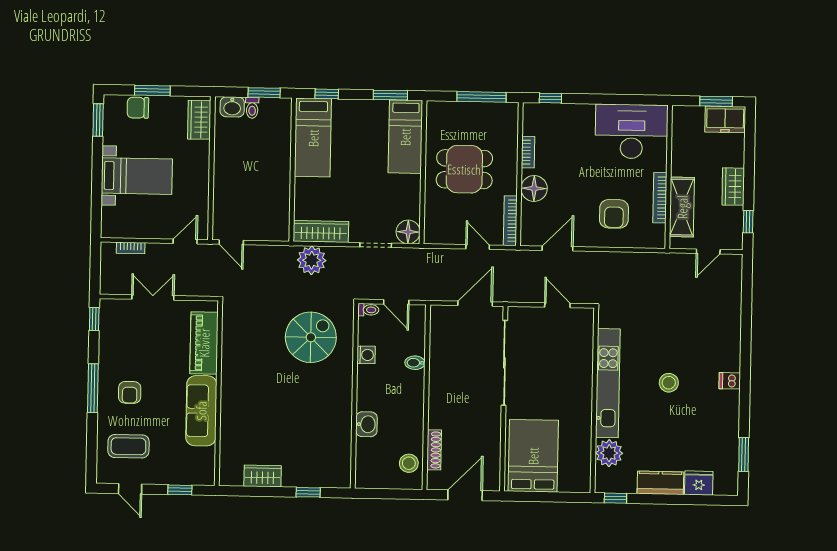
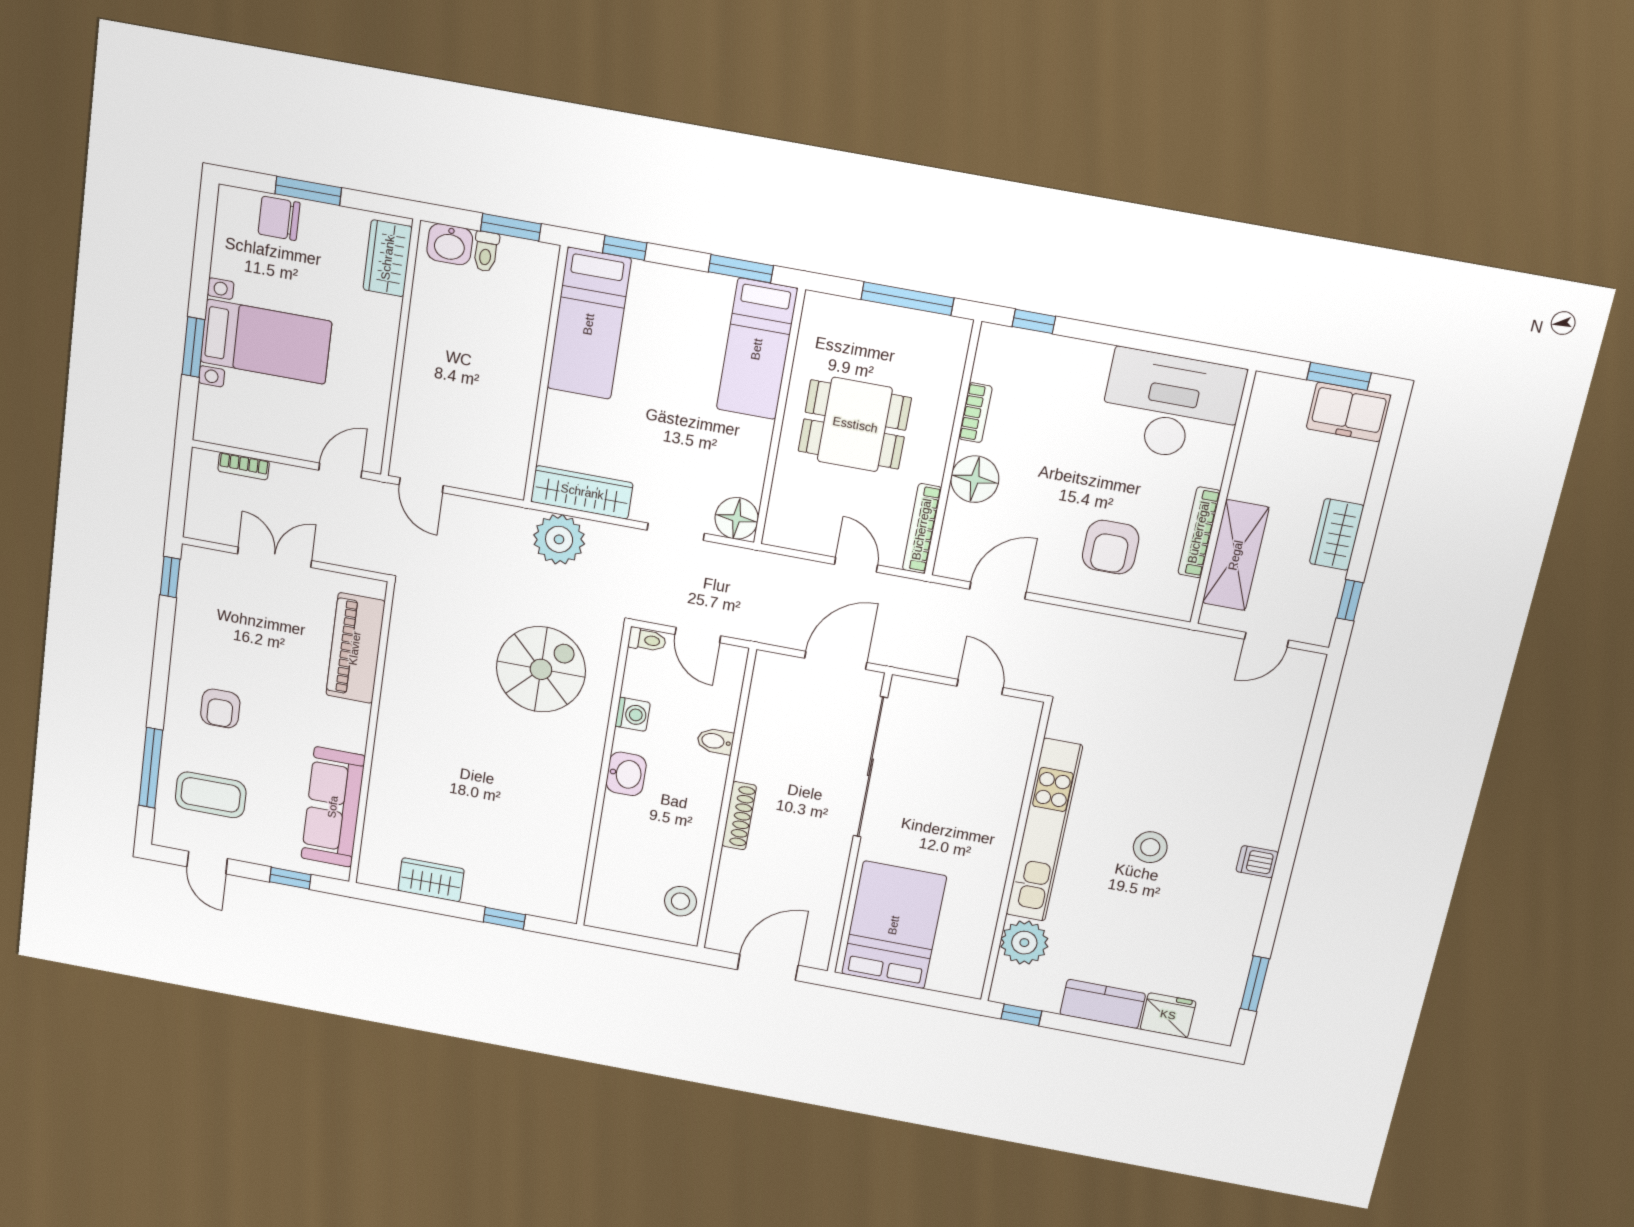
window: (98, 120) -> (193, 347), moved
window: (93, 388) -> (151, 768), moved
sofa: (201, 411) -> (333, 807), moved
washbasin: (366, 424) -> (626, 774), moved
shoe rack: (434, 450) -> (739, 816), moved

